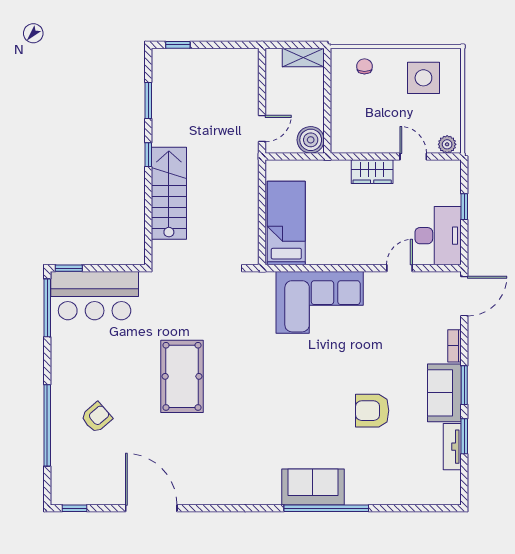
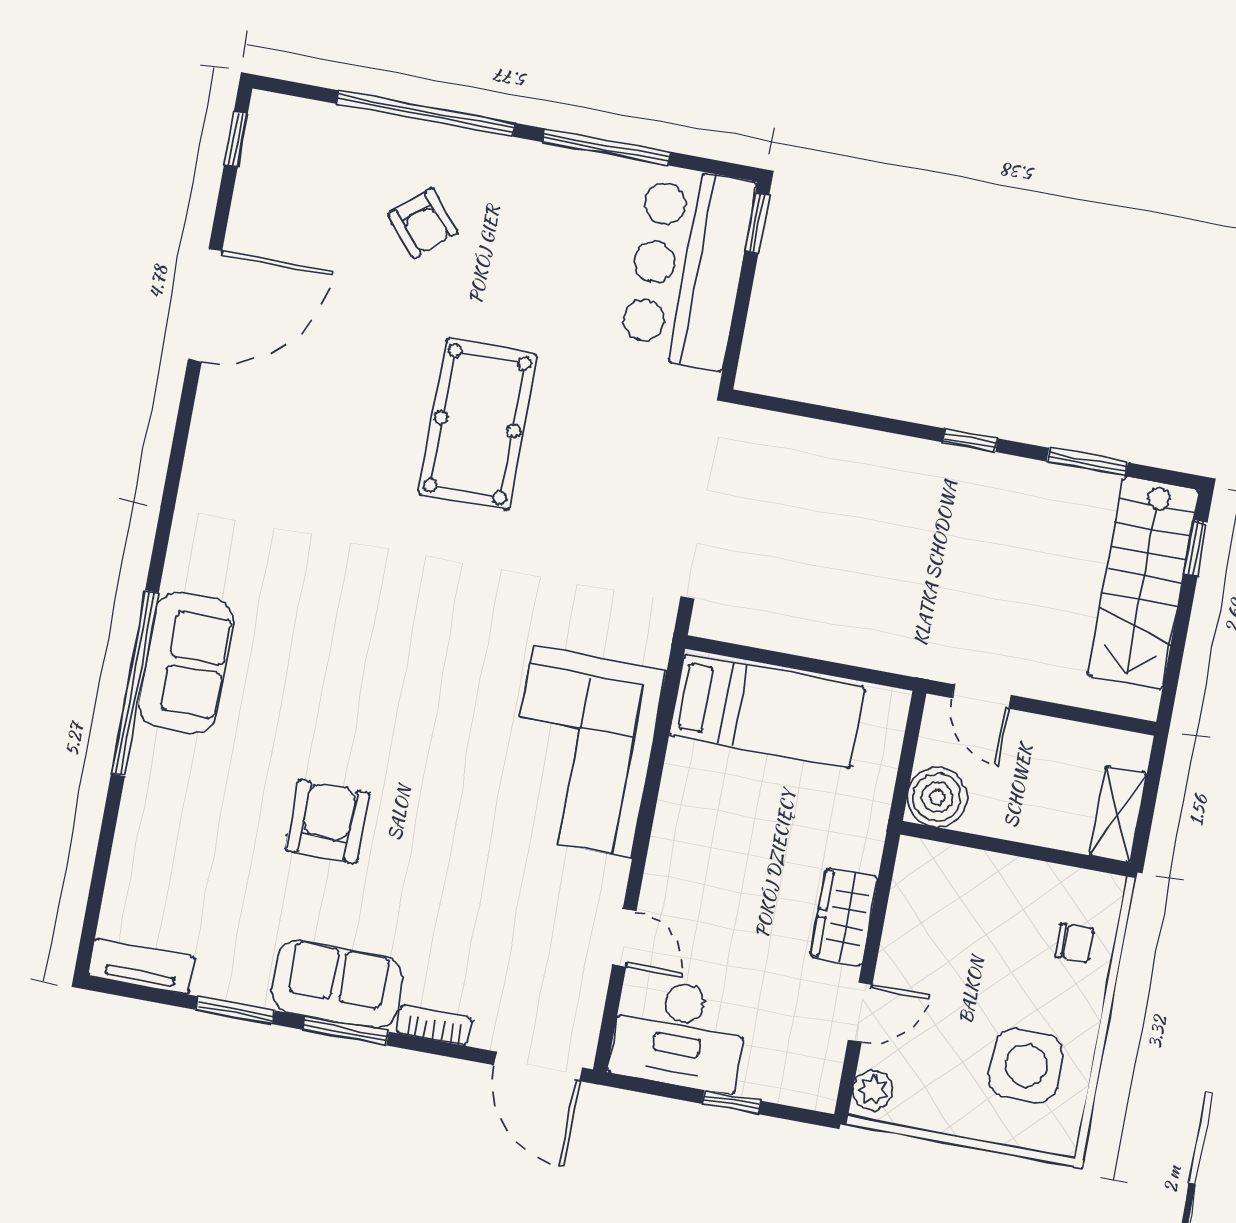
stairs: (169, 193) -> (1143, 583), moved, turned 90
window: (47, 308) -> (606, 147), moved
pool table: (182, 376) -> (478, 424), turned 90
tv unit: (452, 447) -> (141, 966), moved

